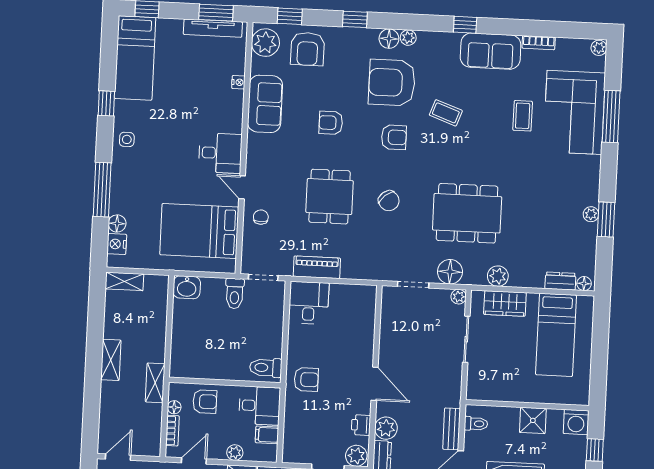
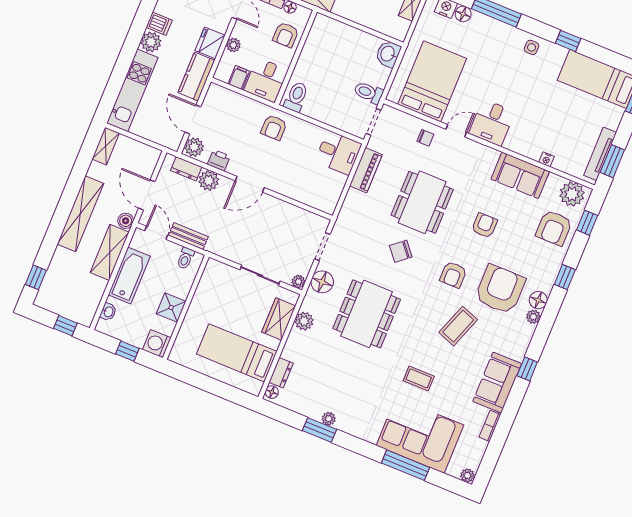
armchair: (307, 49) -> (554, 228), turned -90
coffee table: (446, 113) -> (458, 326), width x1.36, depth x1.30
coffee table: (523, 116) -> (419, 378), moved
dining table: (330, 197) -> (422, 202), width x1.38

